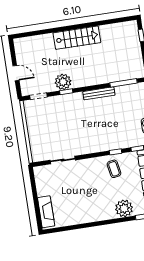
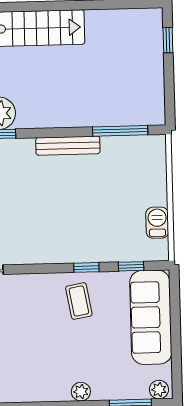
plant: (124, 208) -> (81, 392), width x0.53, depth x0.53

